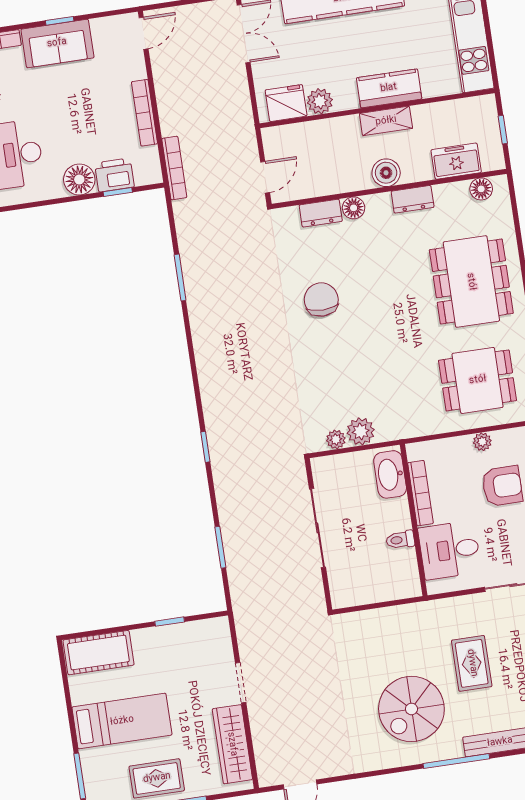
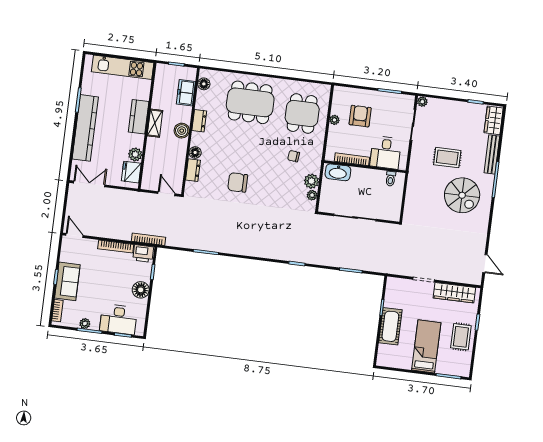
printer: (114, 175) -> (143, 253), moved, turned -90
chair: (397, 387) -> (294, 156), added
toilet: (400, 540) -> (391, 179), moved
cot: (98, 653) -> (390, 326), moved

